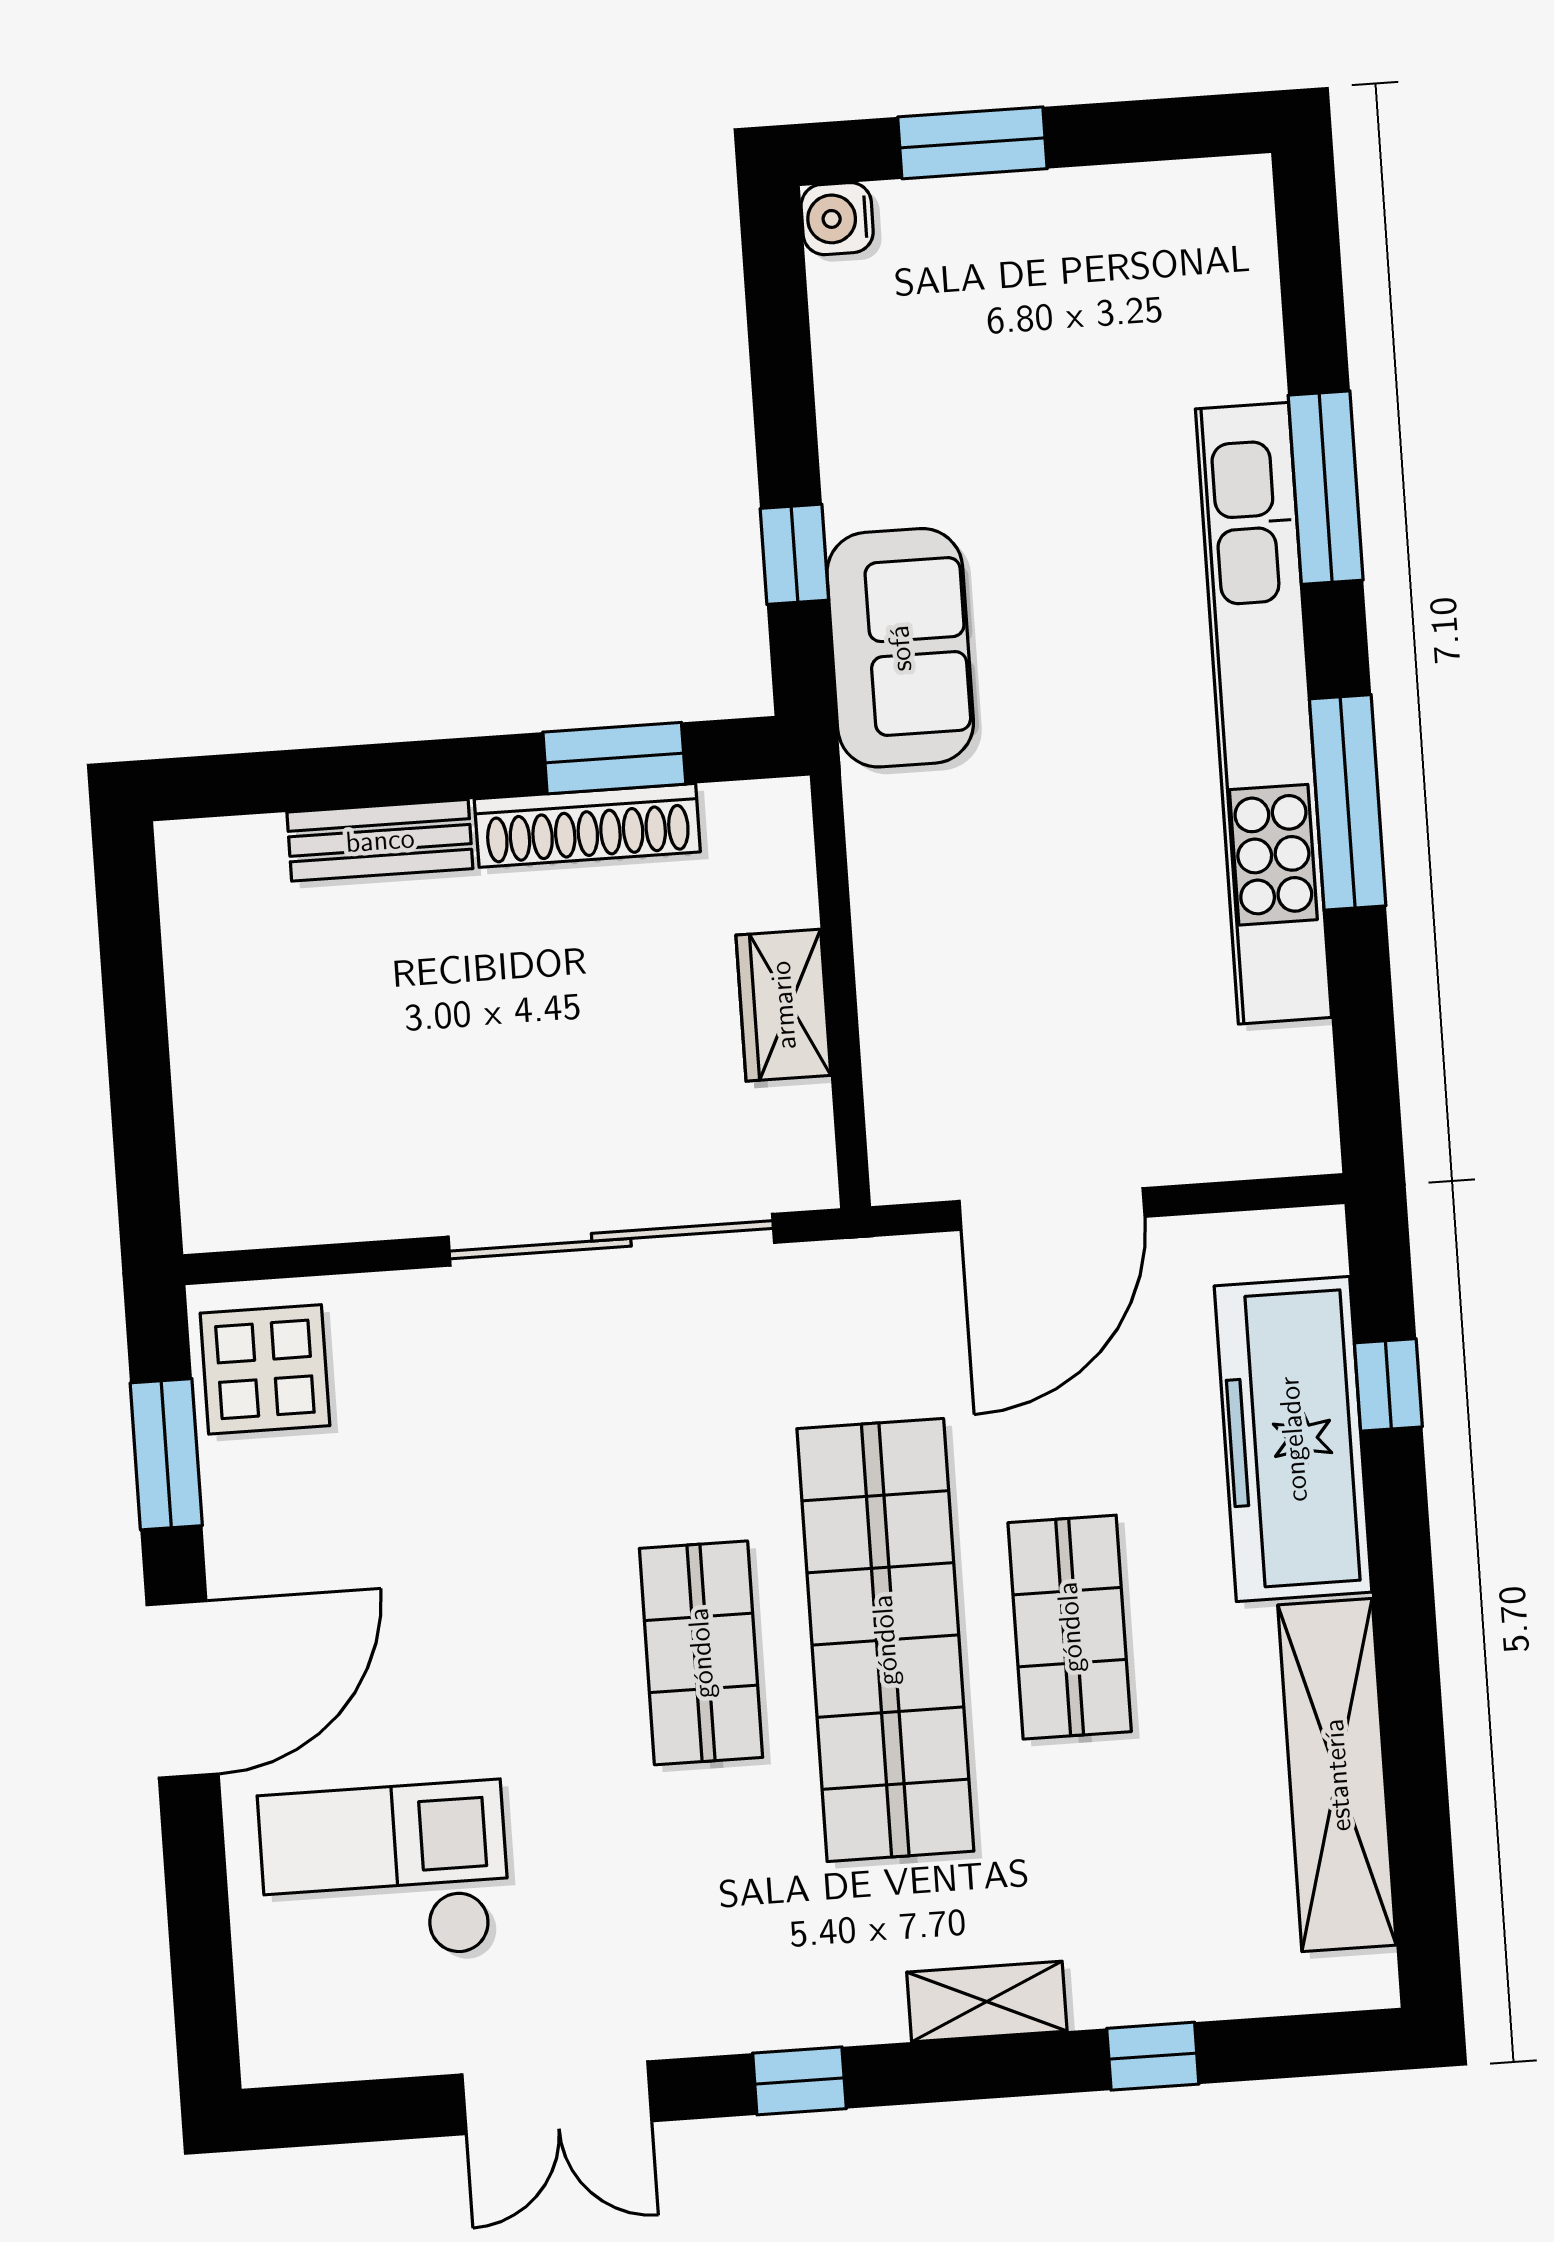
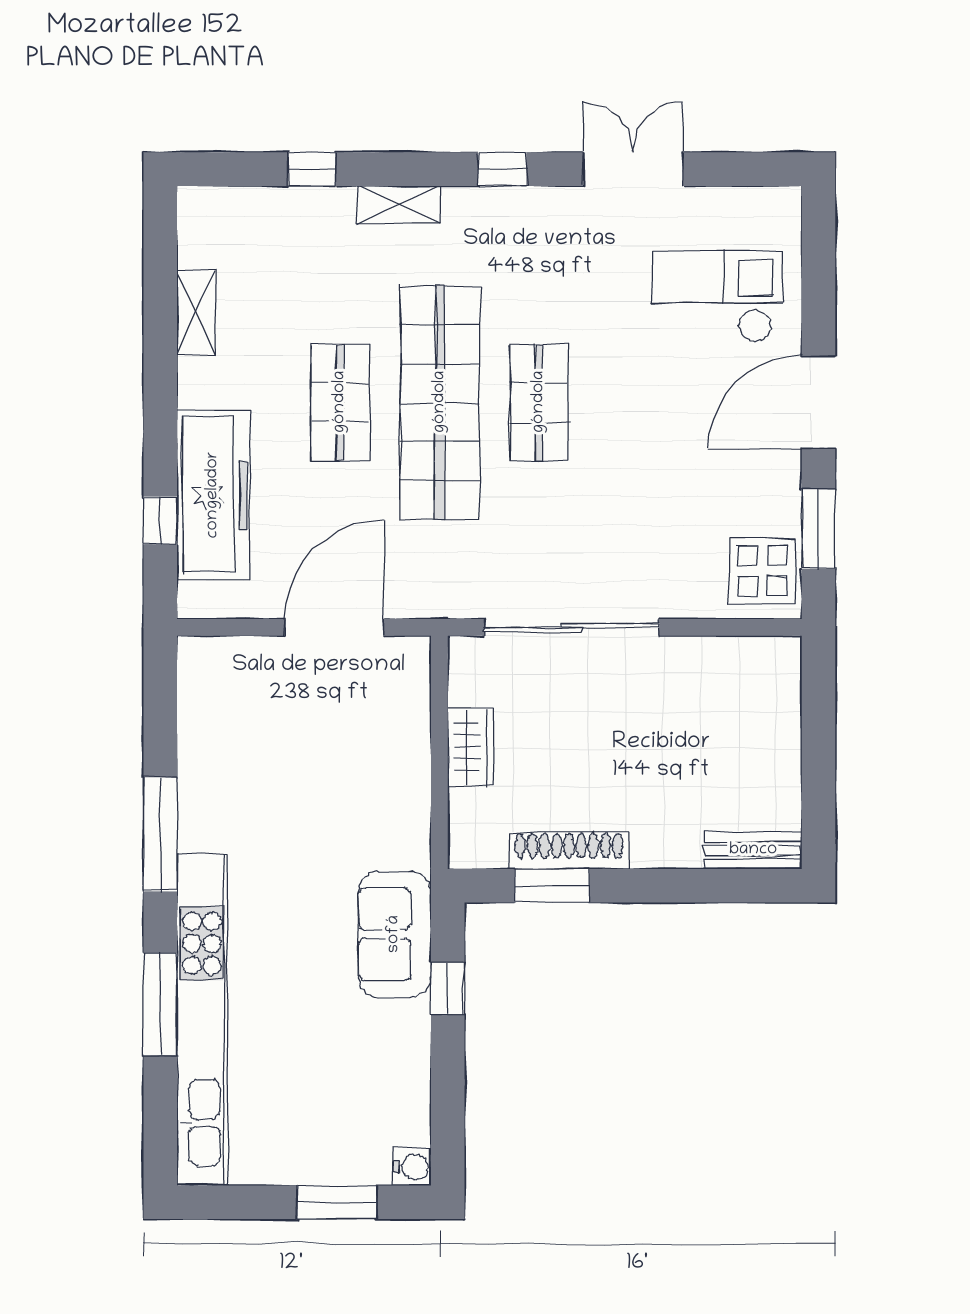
kitchen unit: (1263, 713) -> (202, 1020), moved
bench: (380, 840) -> (753, 850), moved
shelving: (1337, 1775) -> (196, 313), width x0.45, depth x0.75
checkout: (385, 1873) -> (717, 296), turned 180

